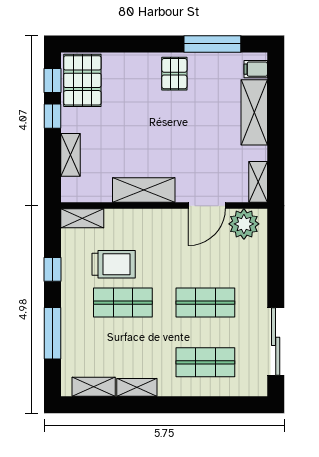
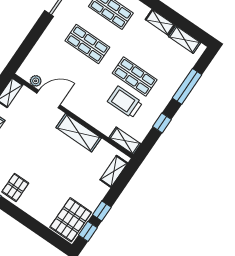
shelving: (70, 155) -> (114, 171), moved
plant: (244, 224) -> (36, 81), width x0.53, depth x0.53

